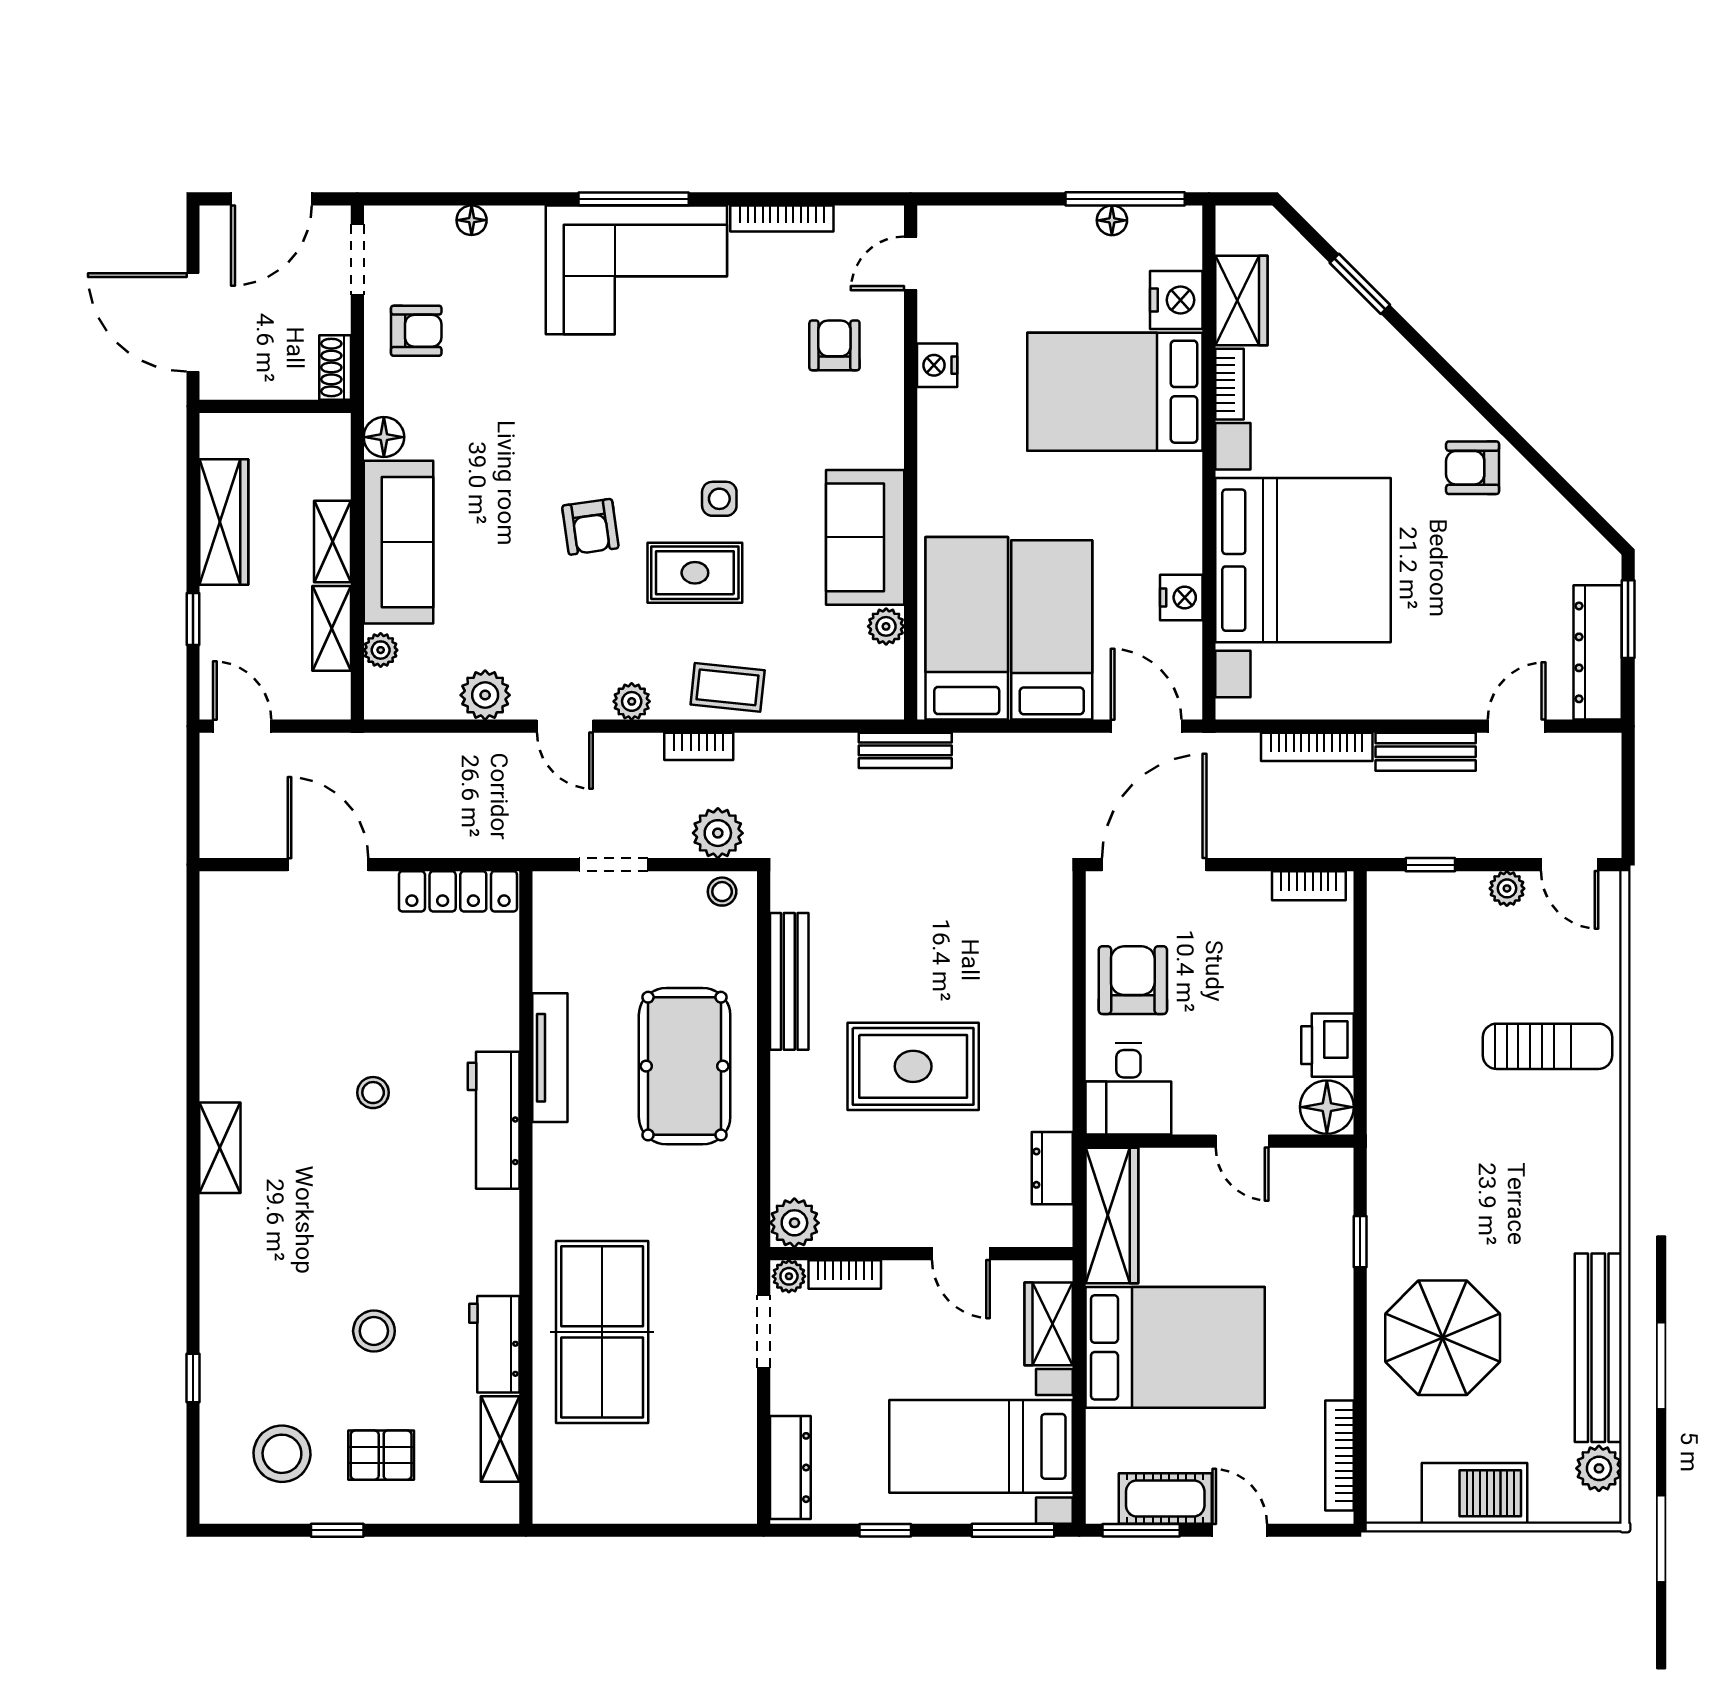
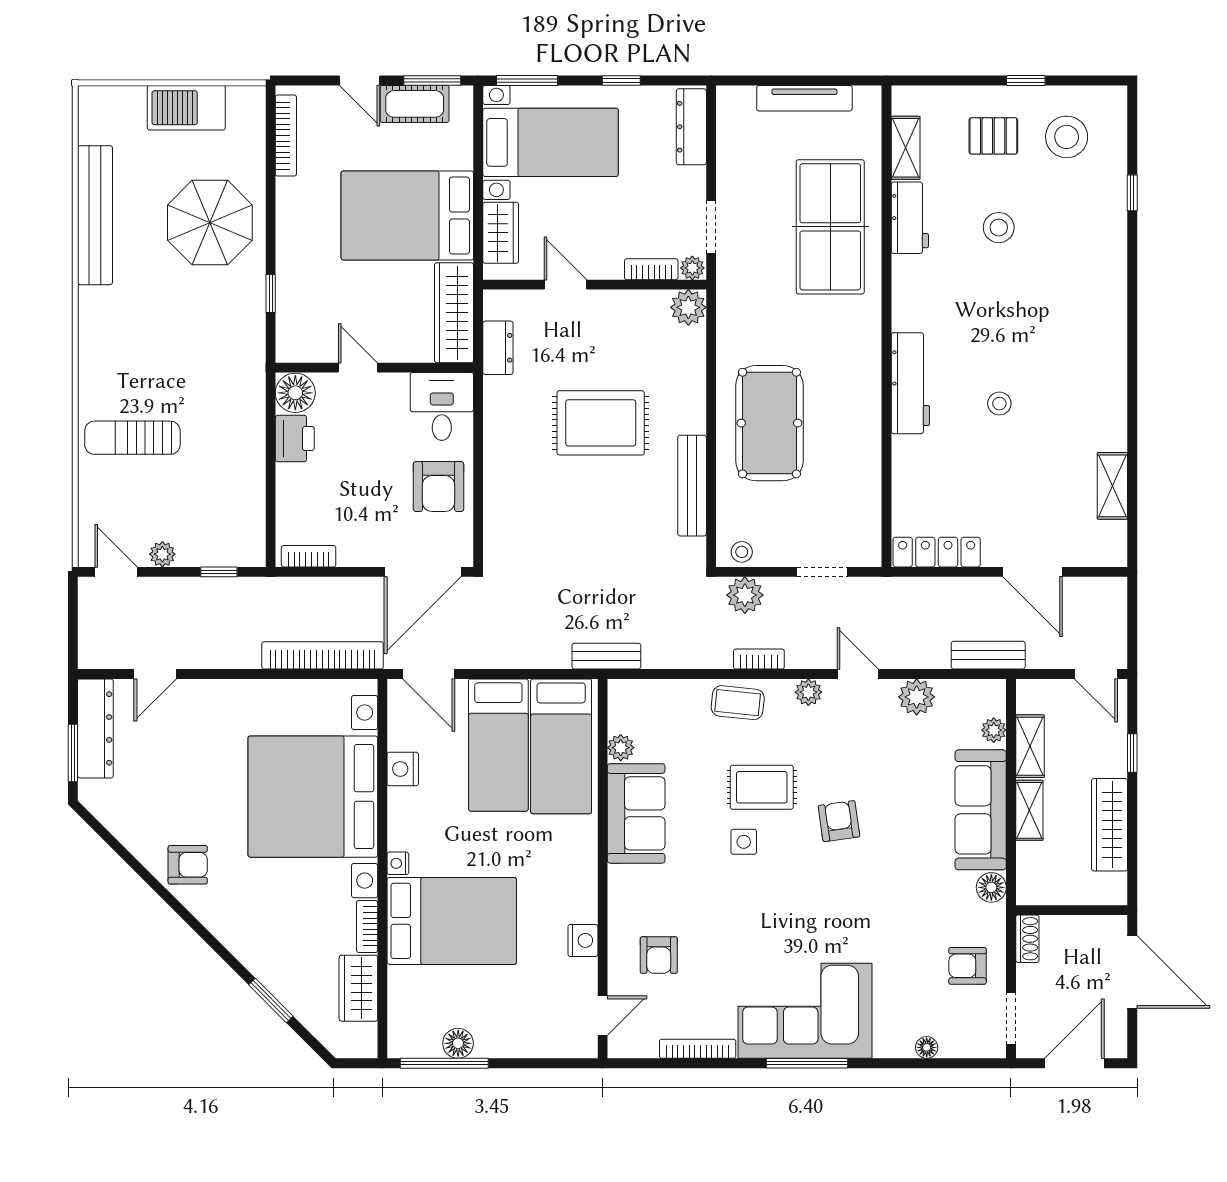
floor lamp: (1112, 220) -> (458, 1043), width x1.37, depth x1.37
nightstand: (1176, 300) -> (398, 863), moved, width x0.53, depth x0.56
bookcase: (1317, 747) -> (322, 655), width x1.48, depth x1.31
bench: (1426, 752) -> (988, 655), moved
tv unit: (550, 1058) -> (804, 98), moved, turned -90
shelving: (220, 1148) -> (1112, 486), moved
plant: (1599, 1468) -> (94, 126), removed

